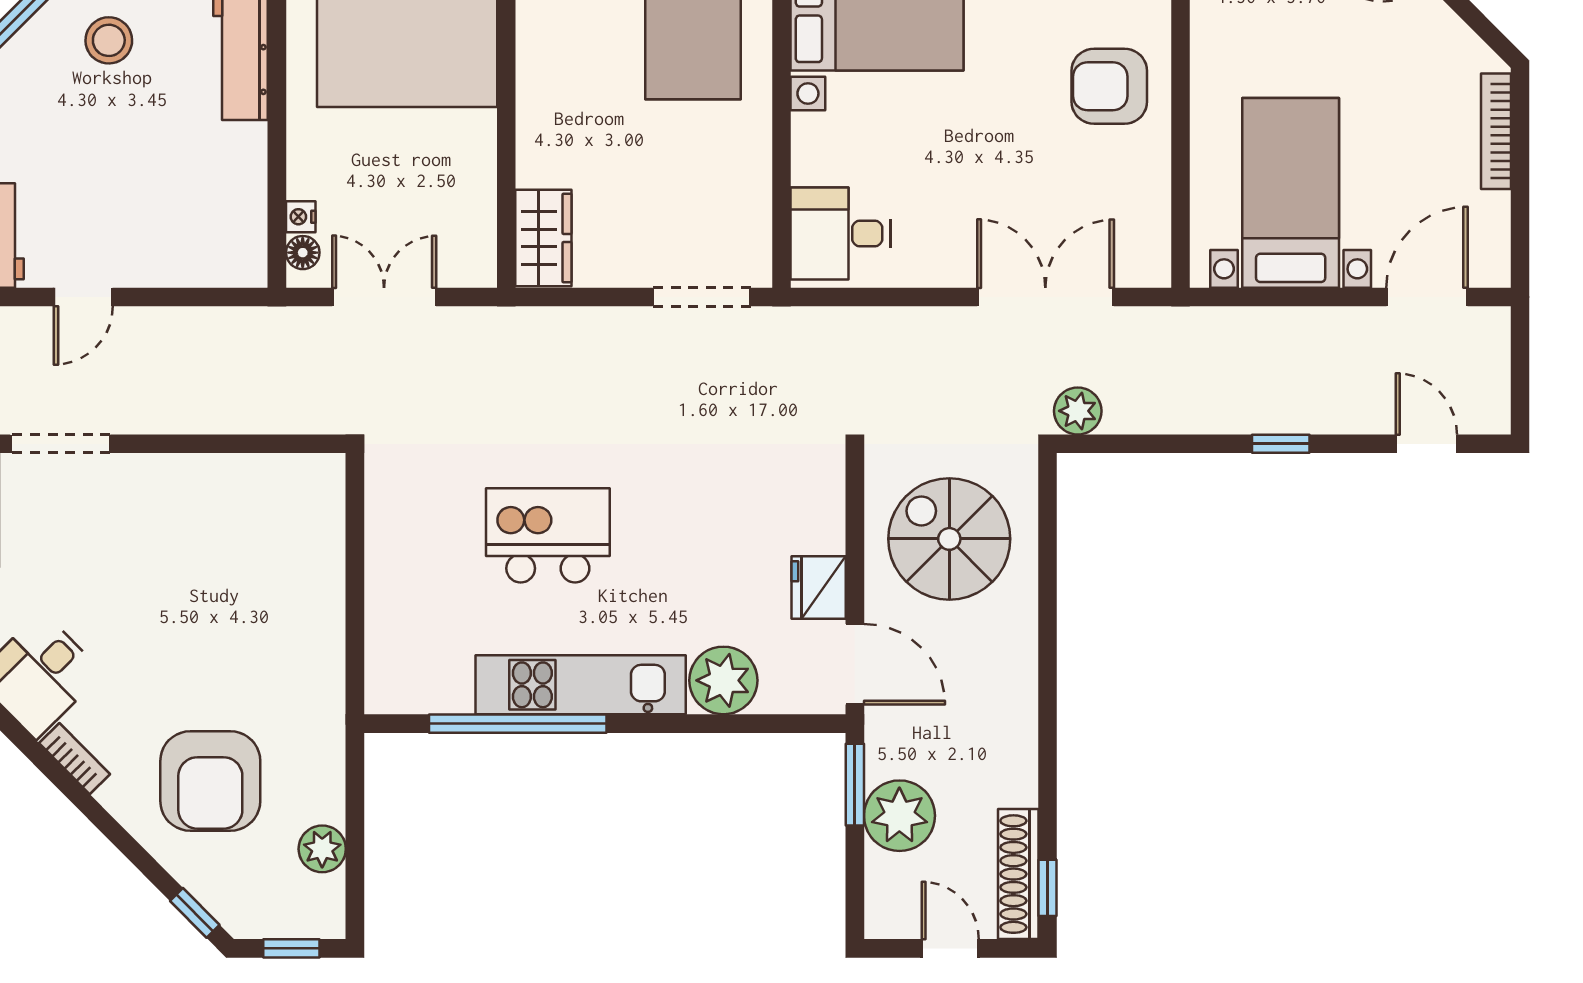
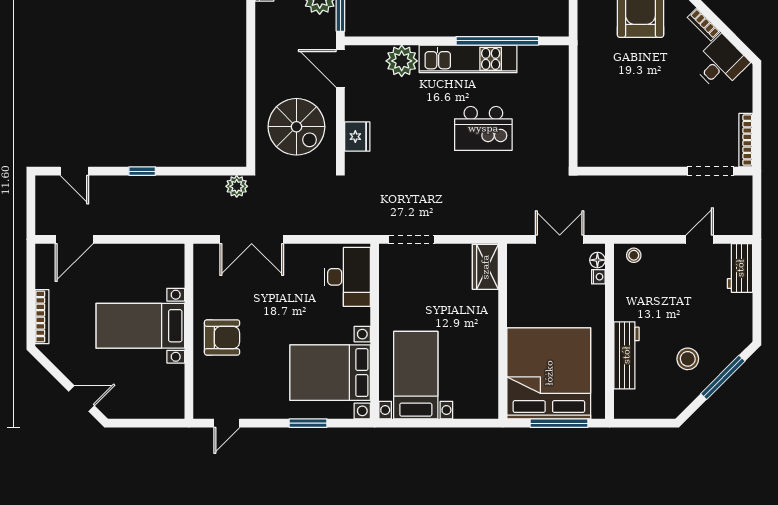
bed with nightstands: (1291, 193) -> (140, 326), moved, turned 90
desk: (840, 234) -> (347, 277), width x1.37
stool: (225, 263) -> (634, 255), added
double door: (384, 297) -> (560, 239), swing flipped
fridge: (819, 588) -> (357, 137), moved

